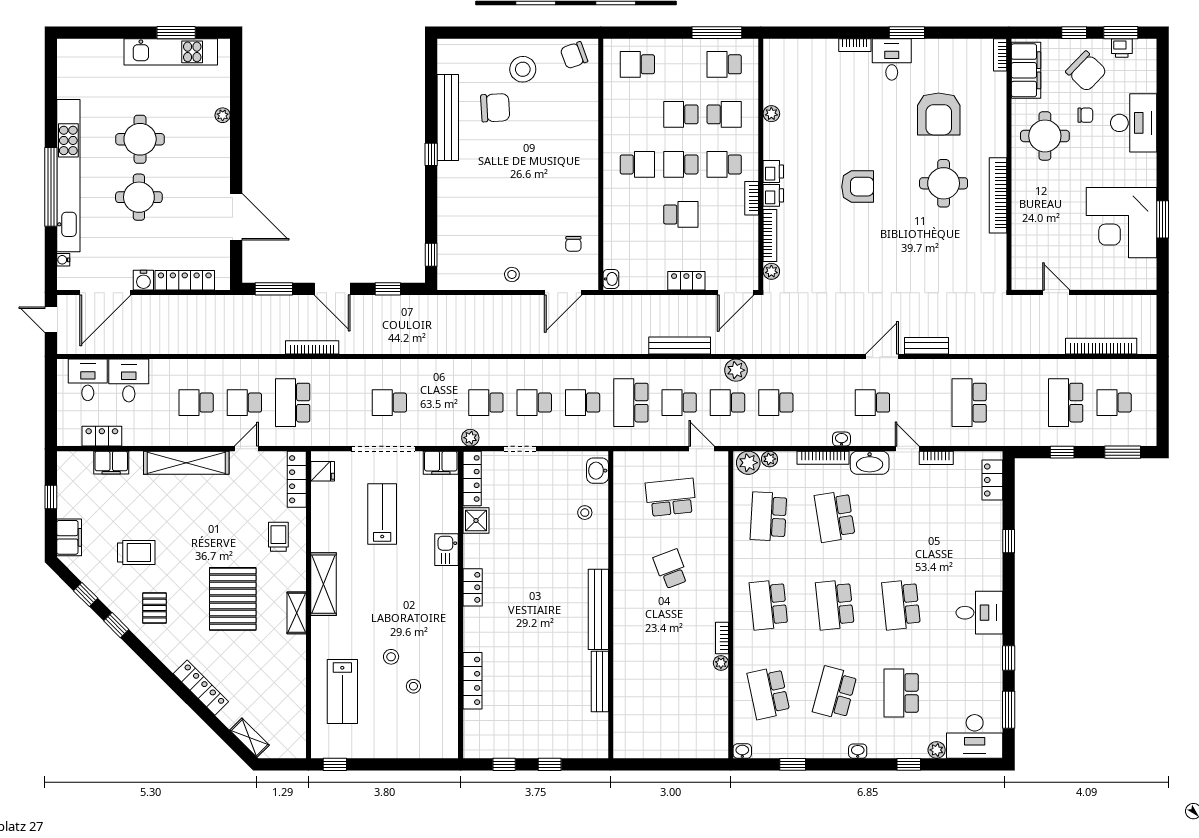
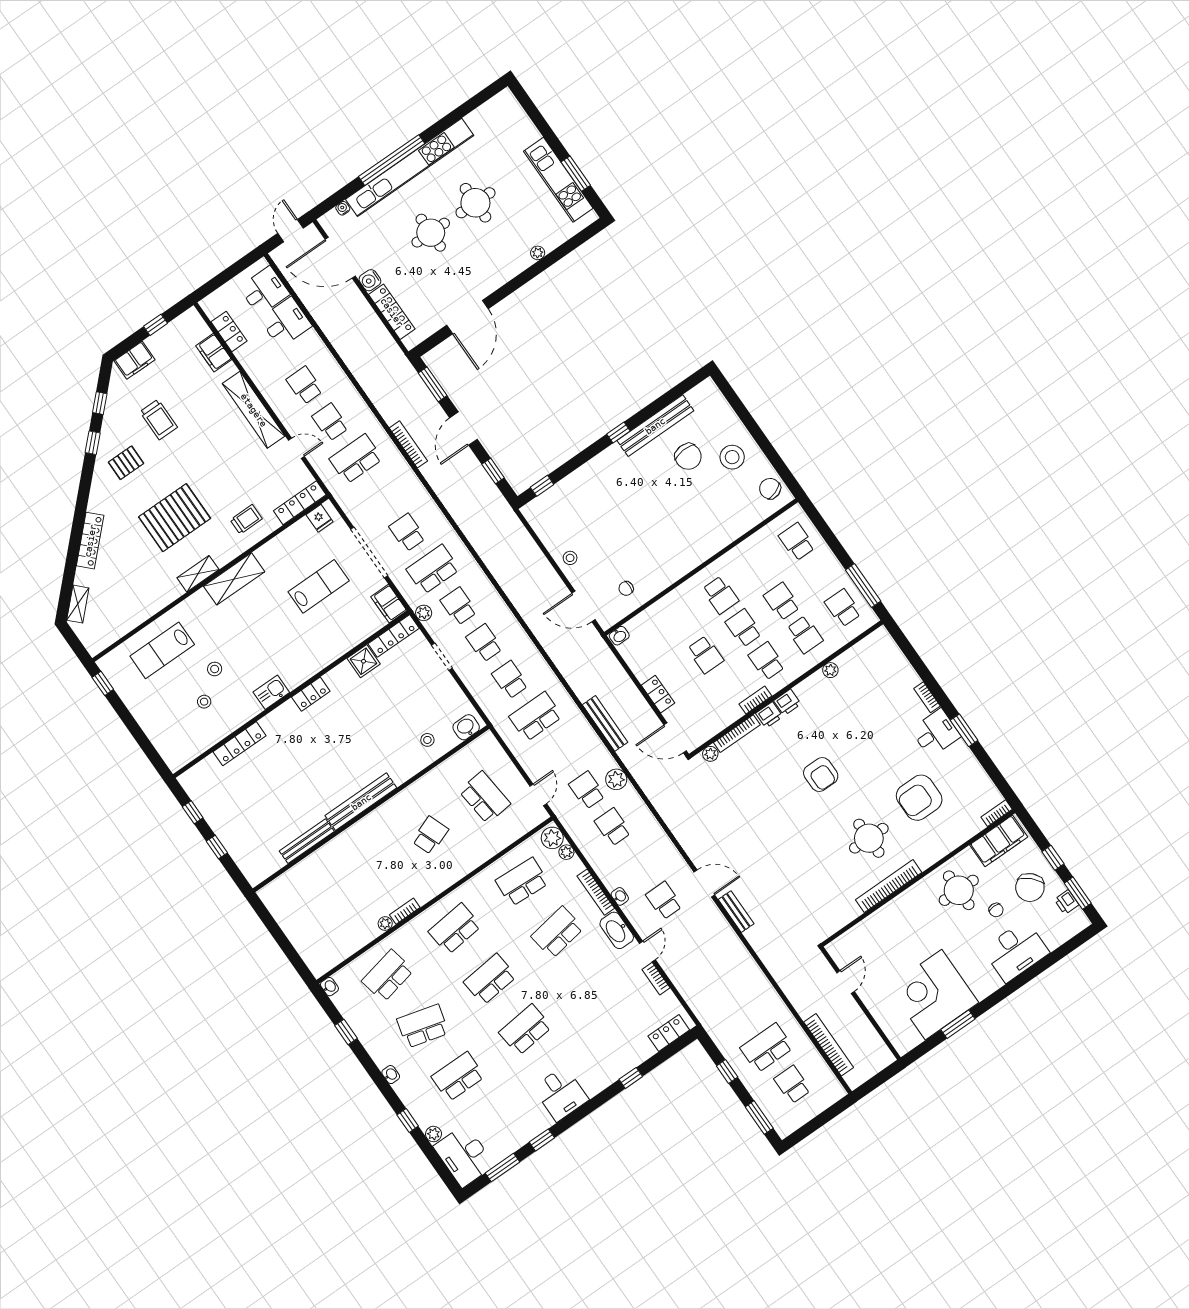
school desk: (679, 403) -> (433, 569), moved, width x1.85
school desk: (969, 403) -> (715, 974), removed
kitchen sink: (447, 550) -> (271, 692), moved

